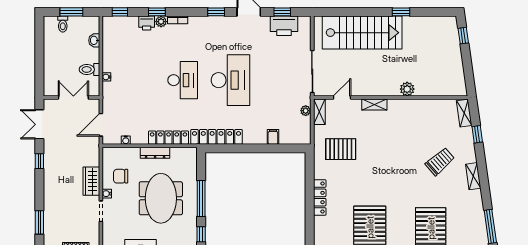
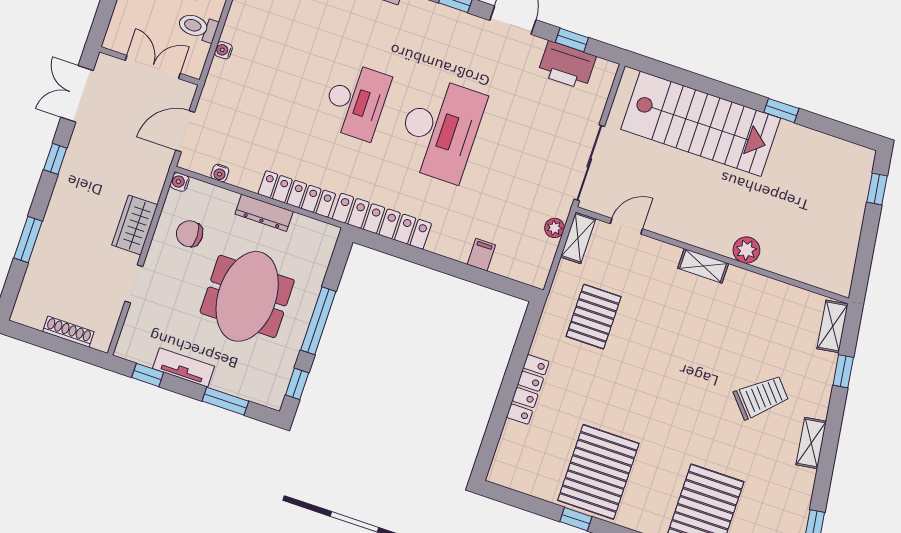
shelving: (374, 105) -> (703, 266), moved
pallet: (341, 149) -> (594, 317), turned 90
water cooler: (107, 194) -> (180, 182), moved
window: (39, 222) -> (28, 240), moved

